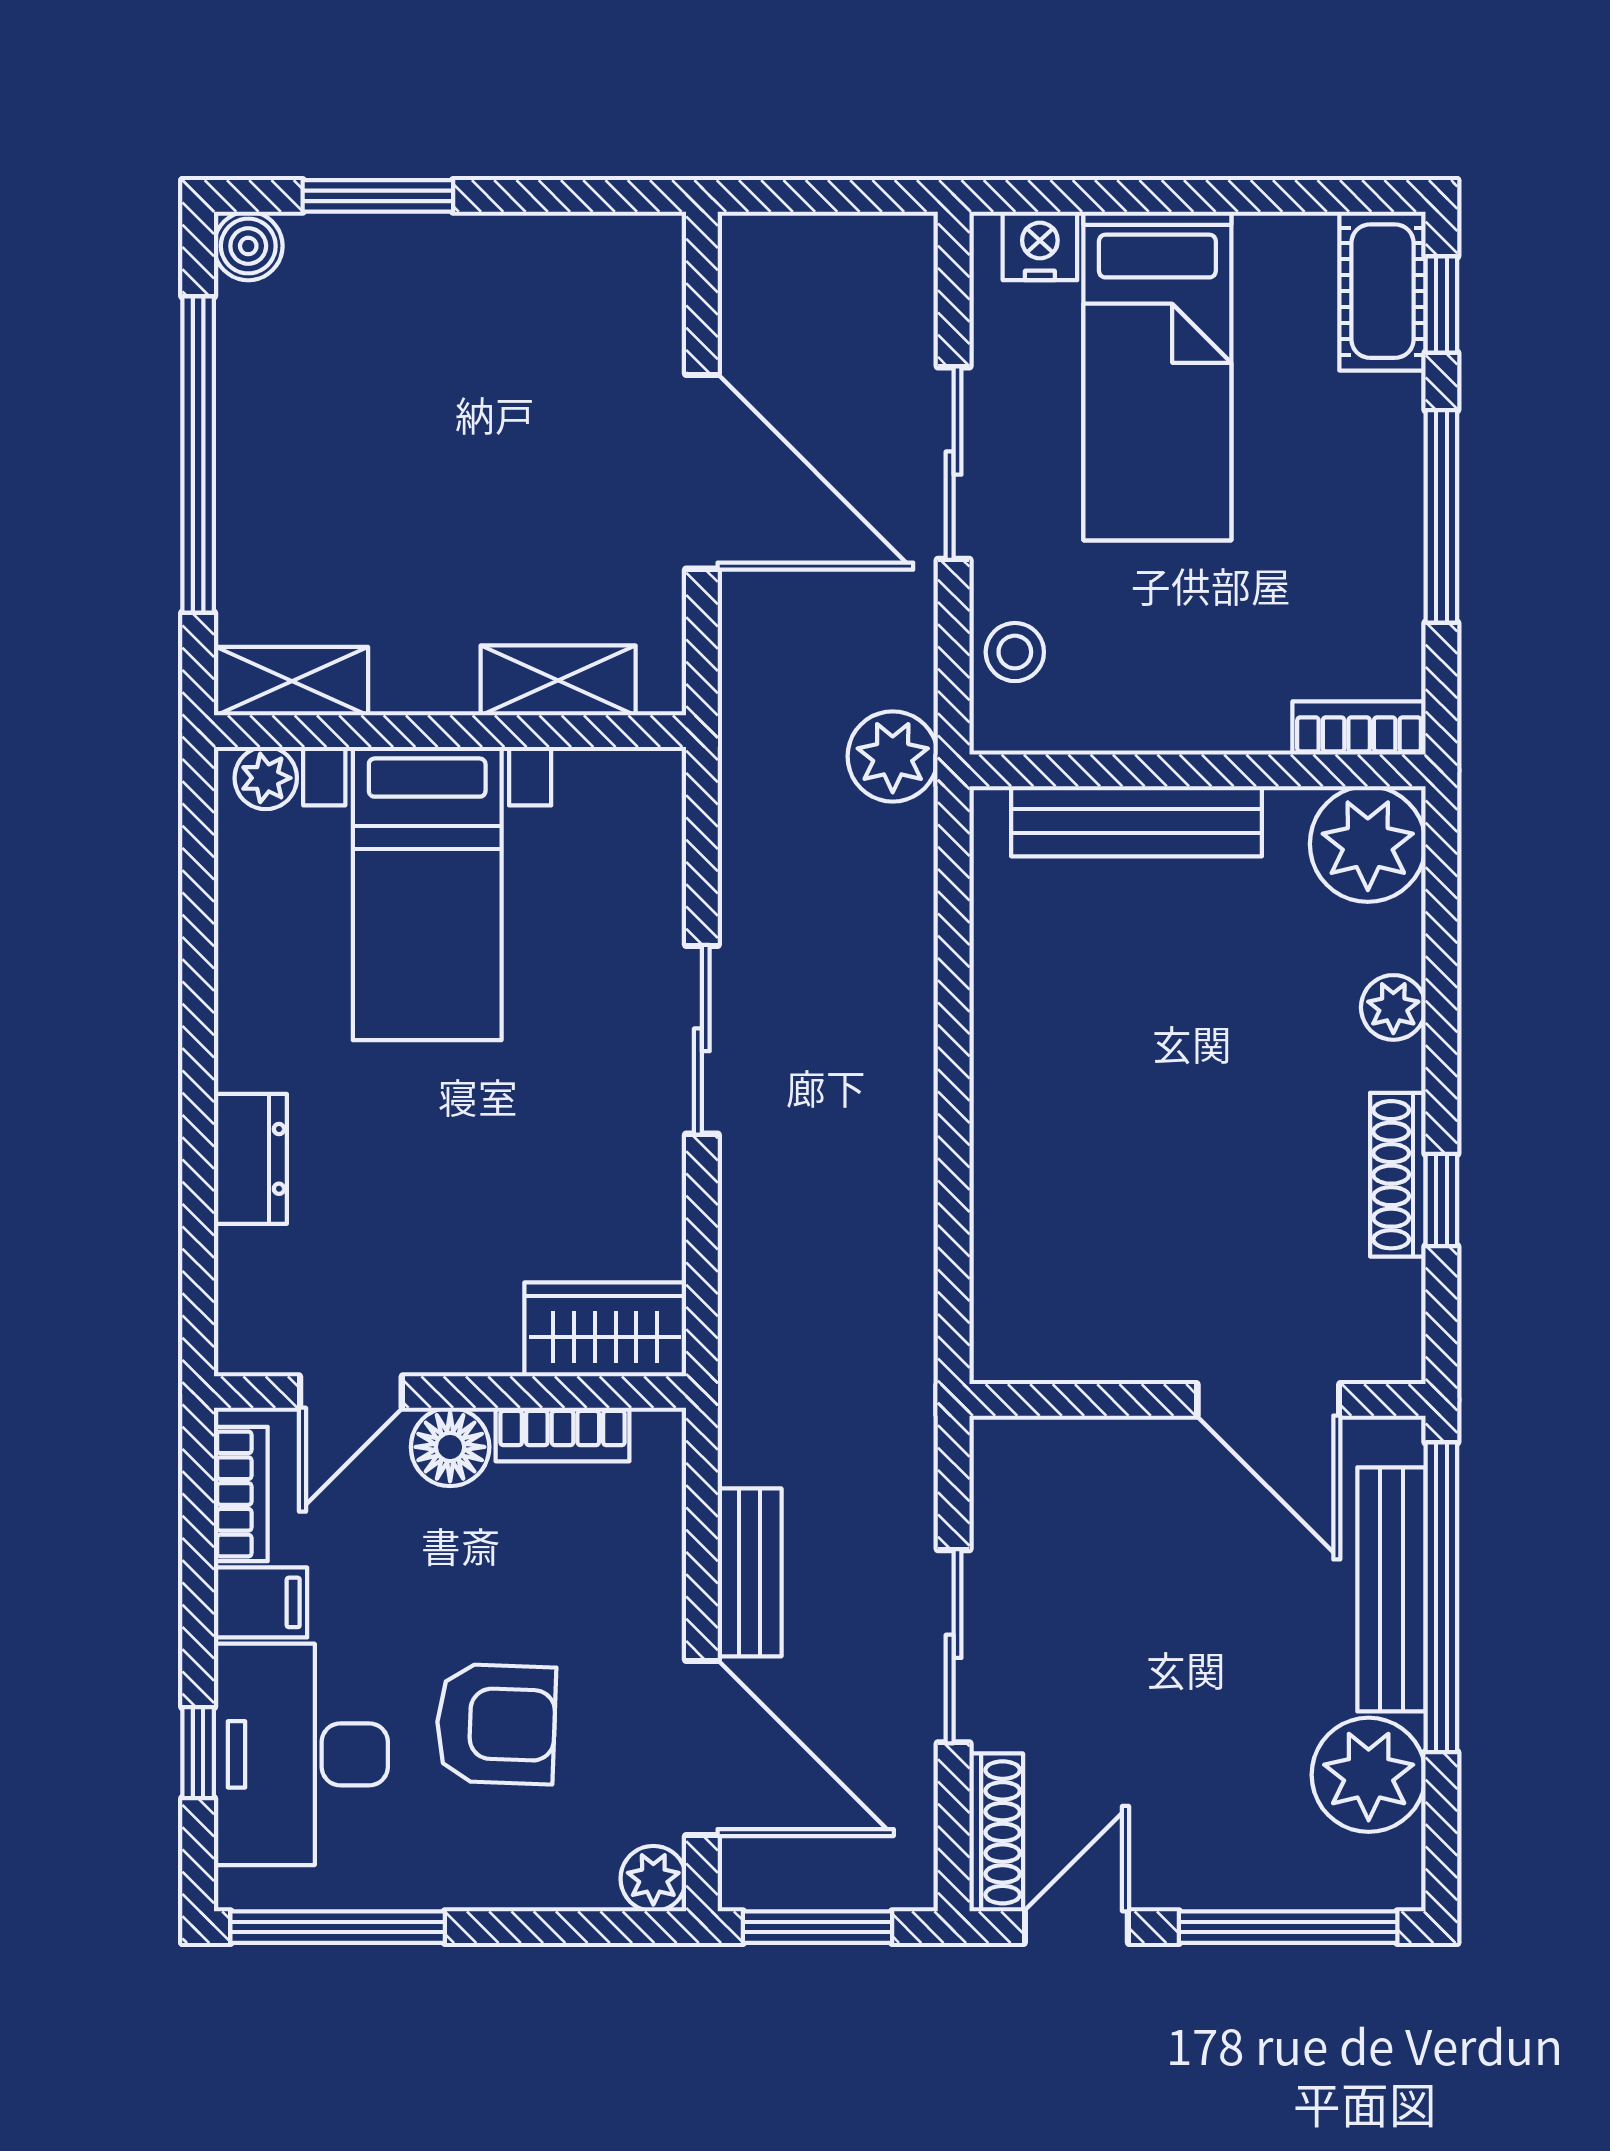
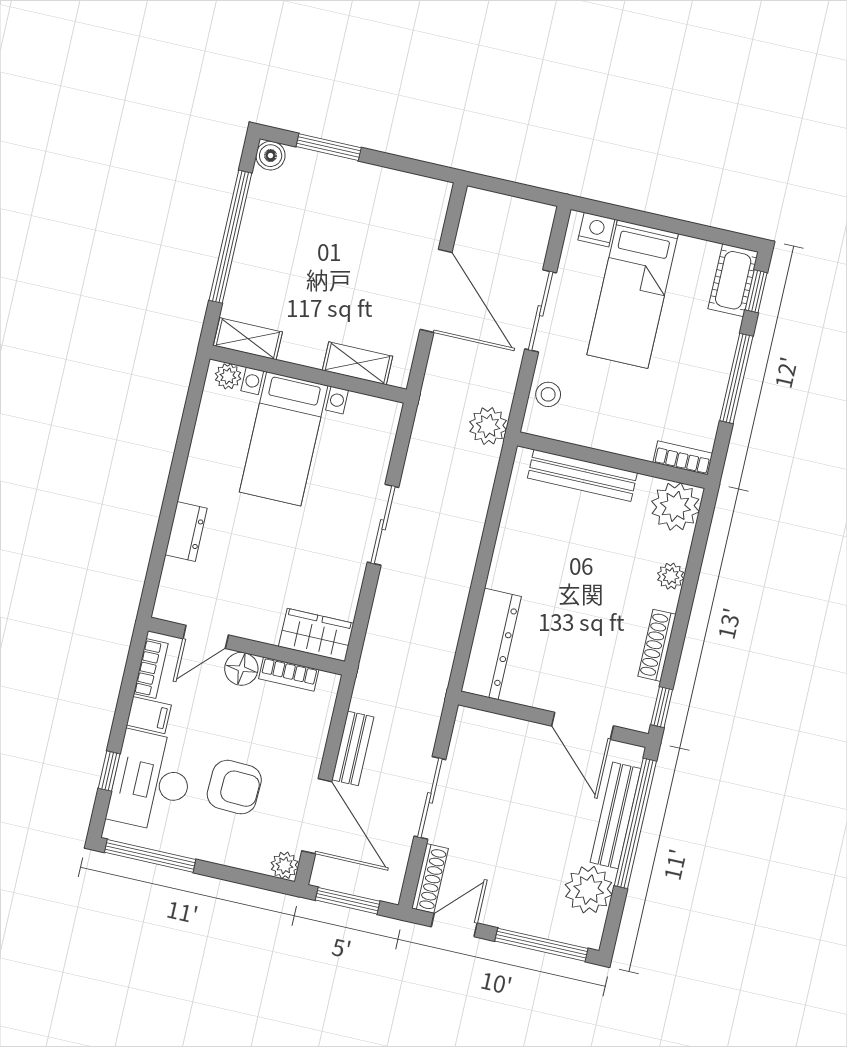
window: (1441, 1200) -> (662, 707), moved
dresser: (1014, 1258) -> (491, 644), added

